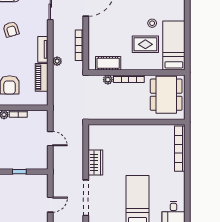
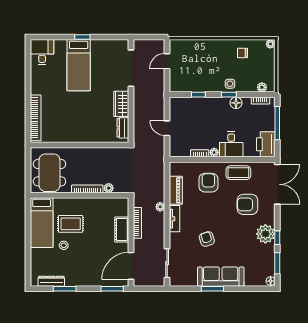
cot: (108, 63) -> (122, 229), moved, turned 90
dresser: (94, 139) -> (123, 128), added

